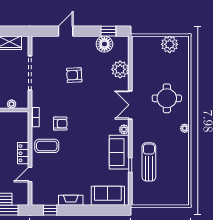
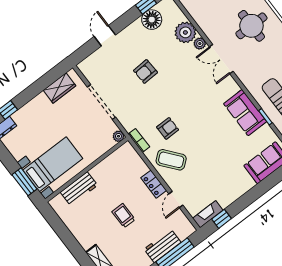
plant: (12, 104) -> (118, 136), moved
plant: (124, 129) -> (200, 44), moved
coffee table: (47, 146) -> (171, 160), turned 51
fireplace: (71, 200) -> (208, 214), moved

